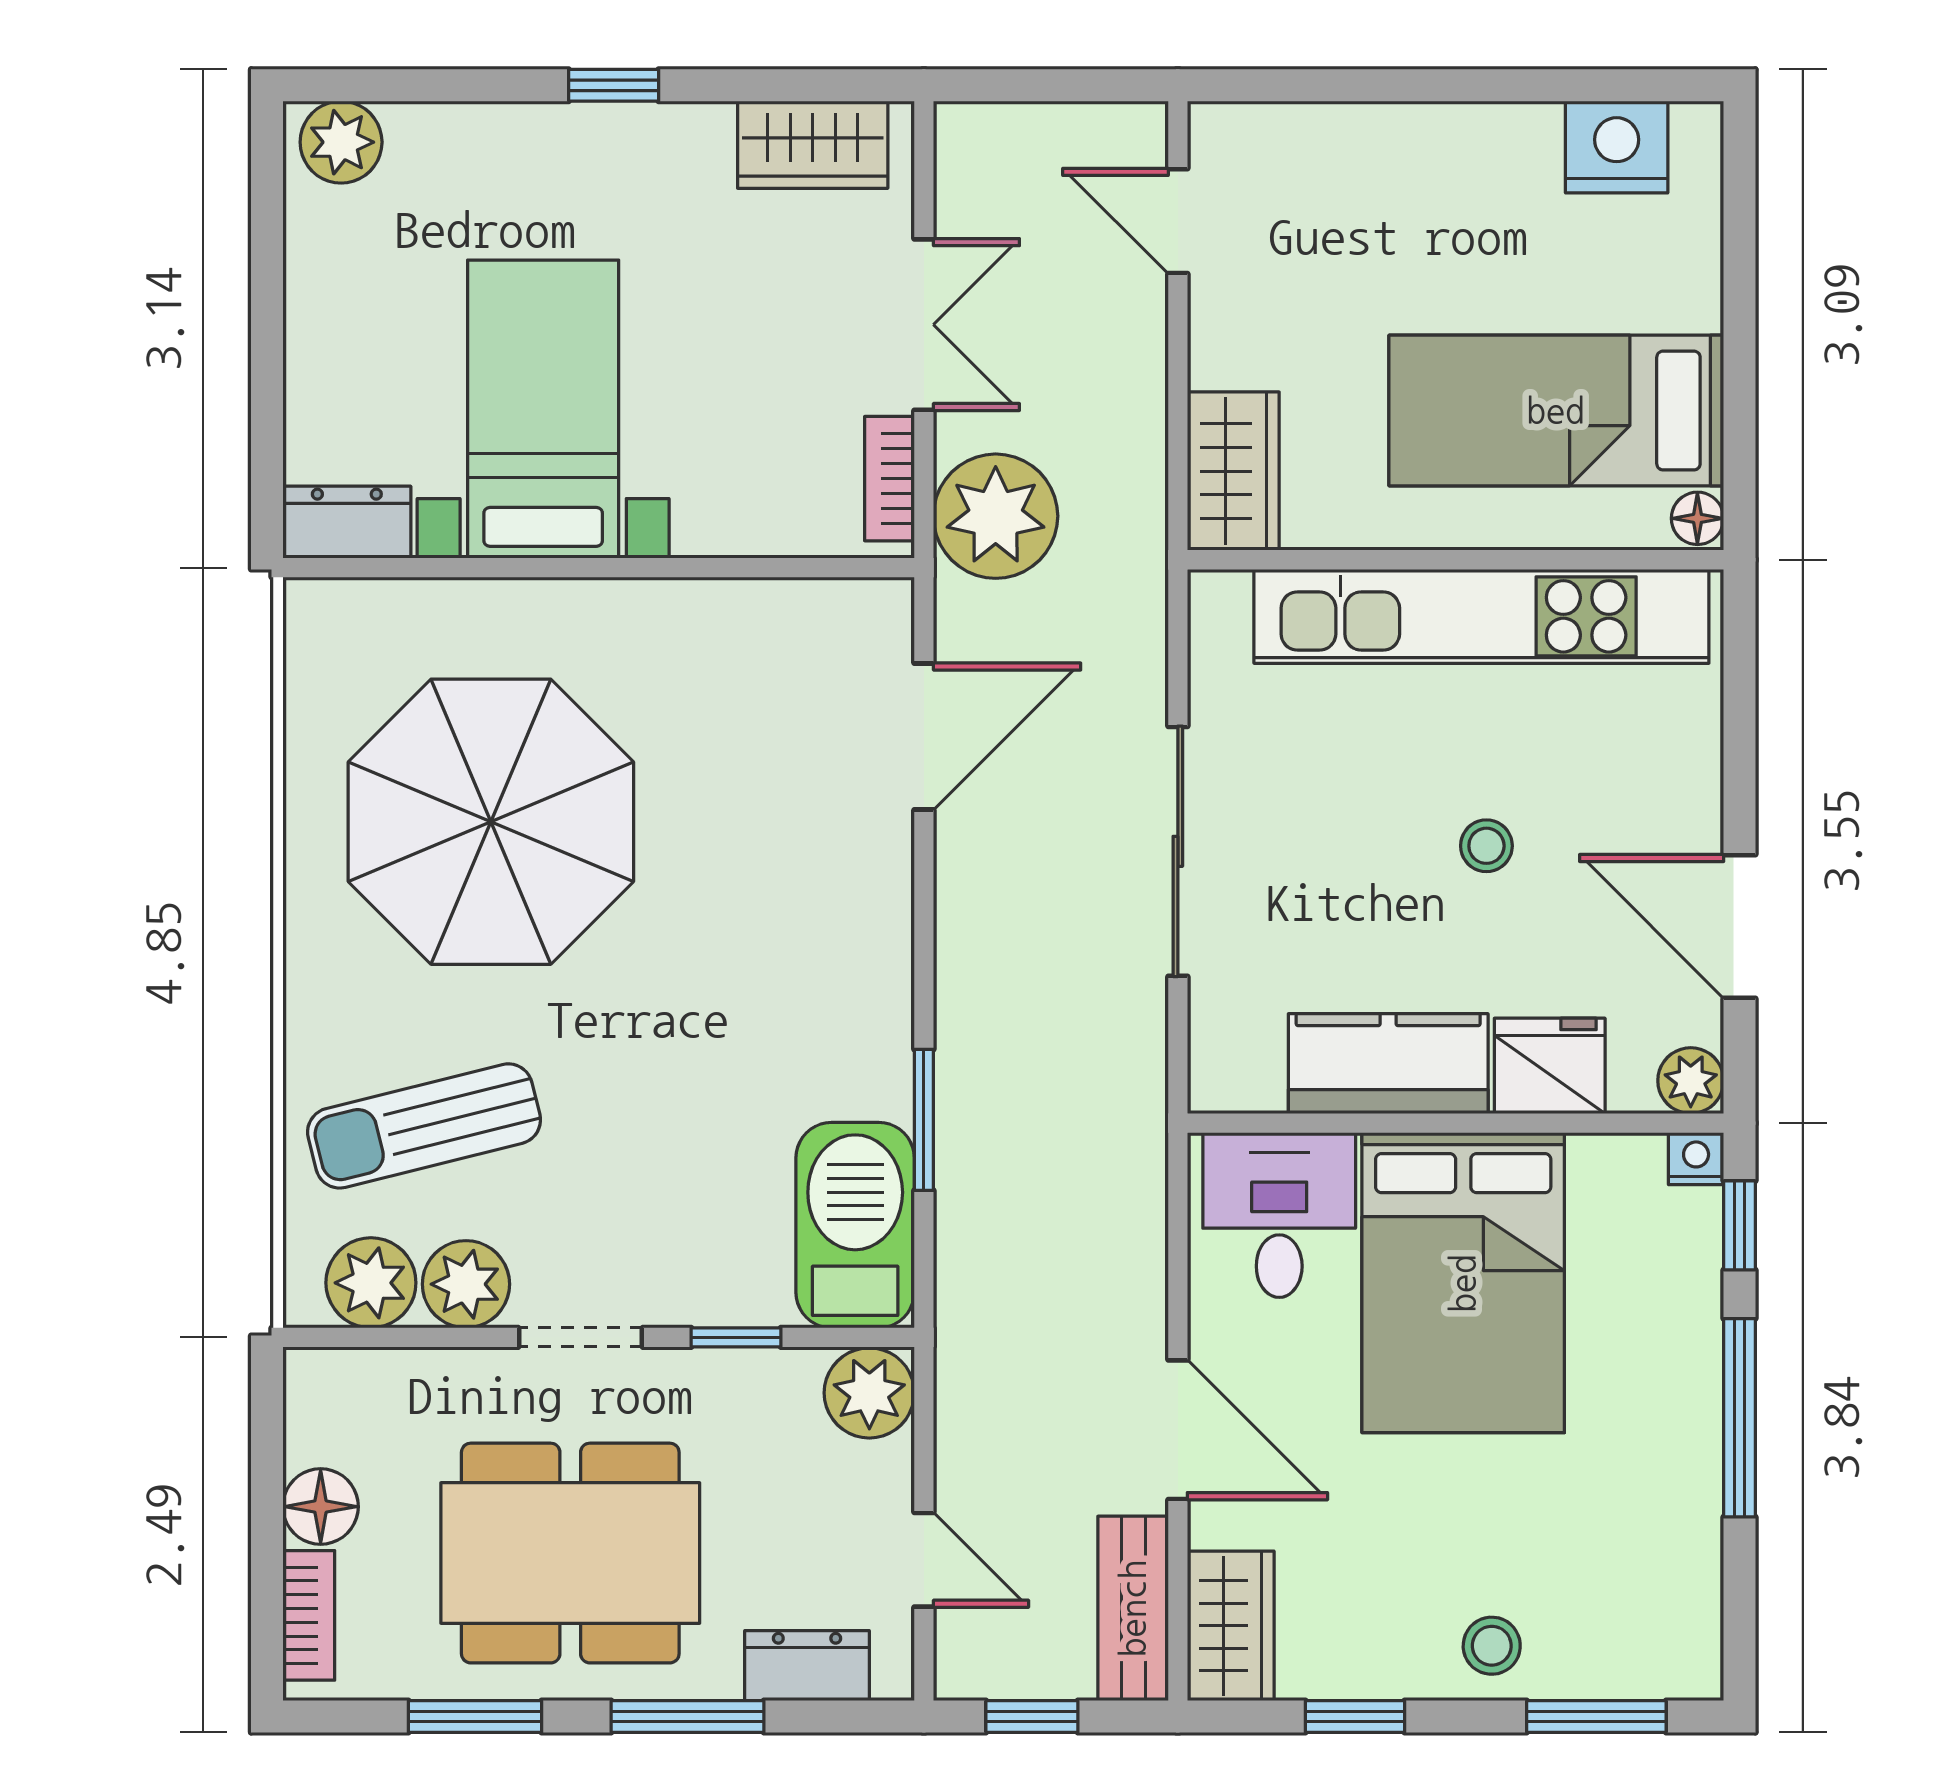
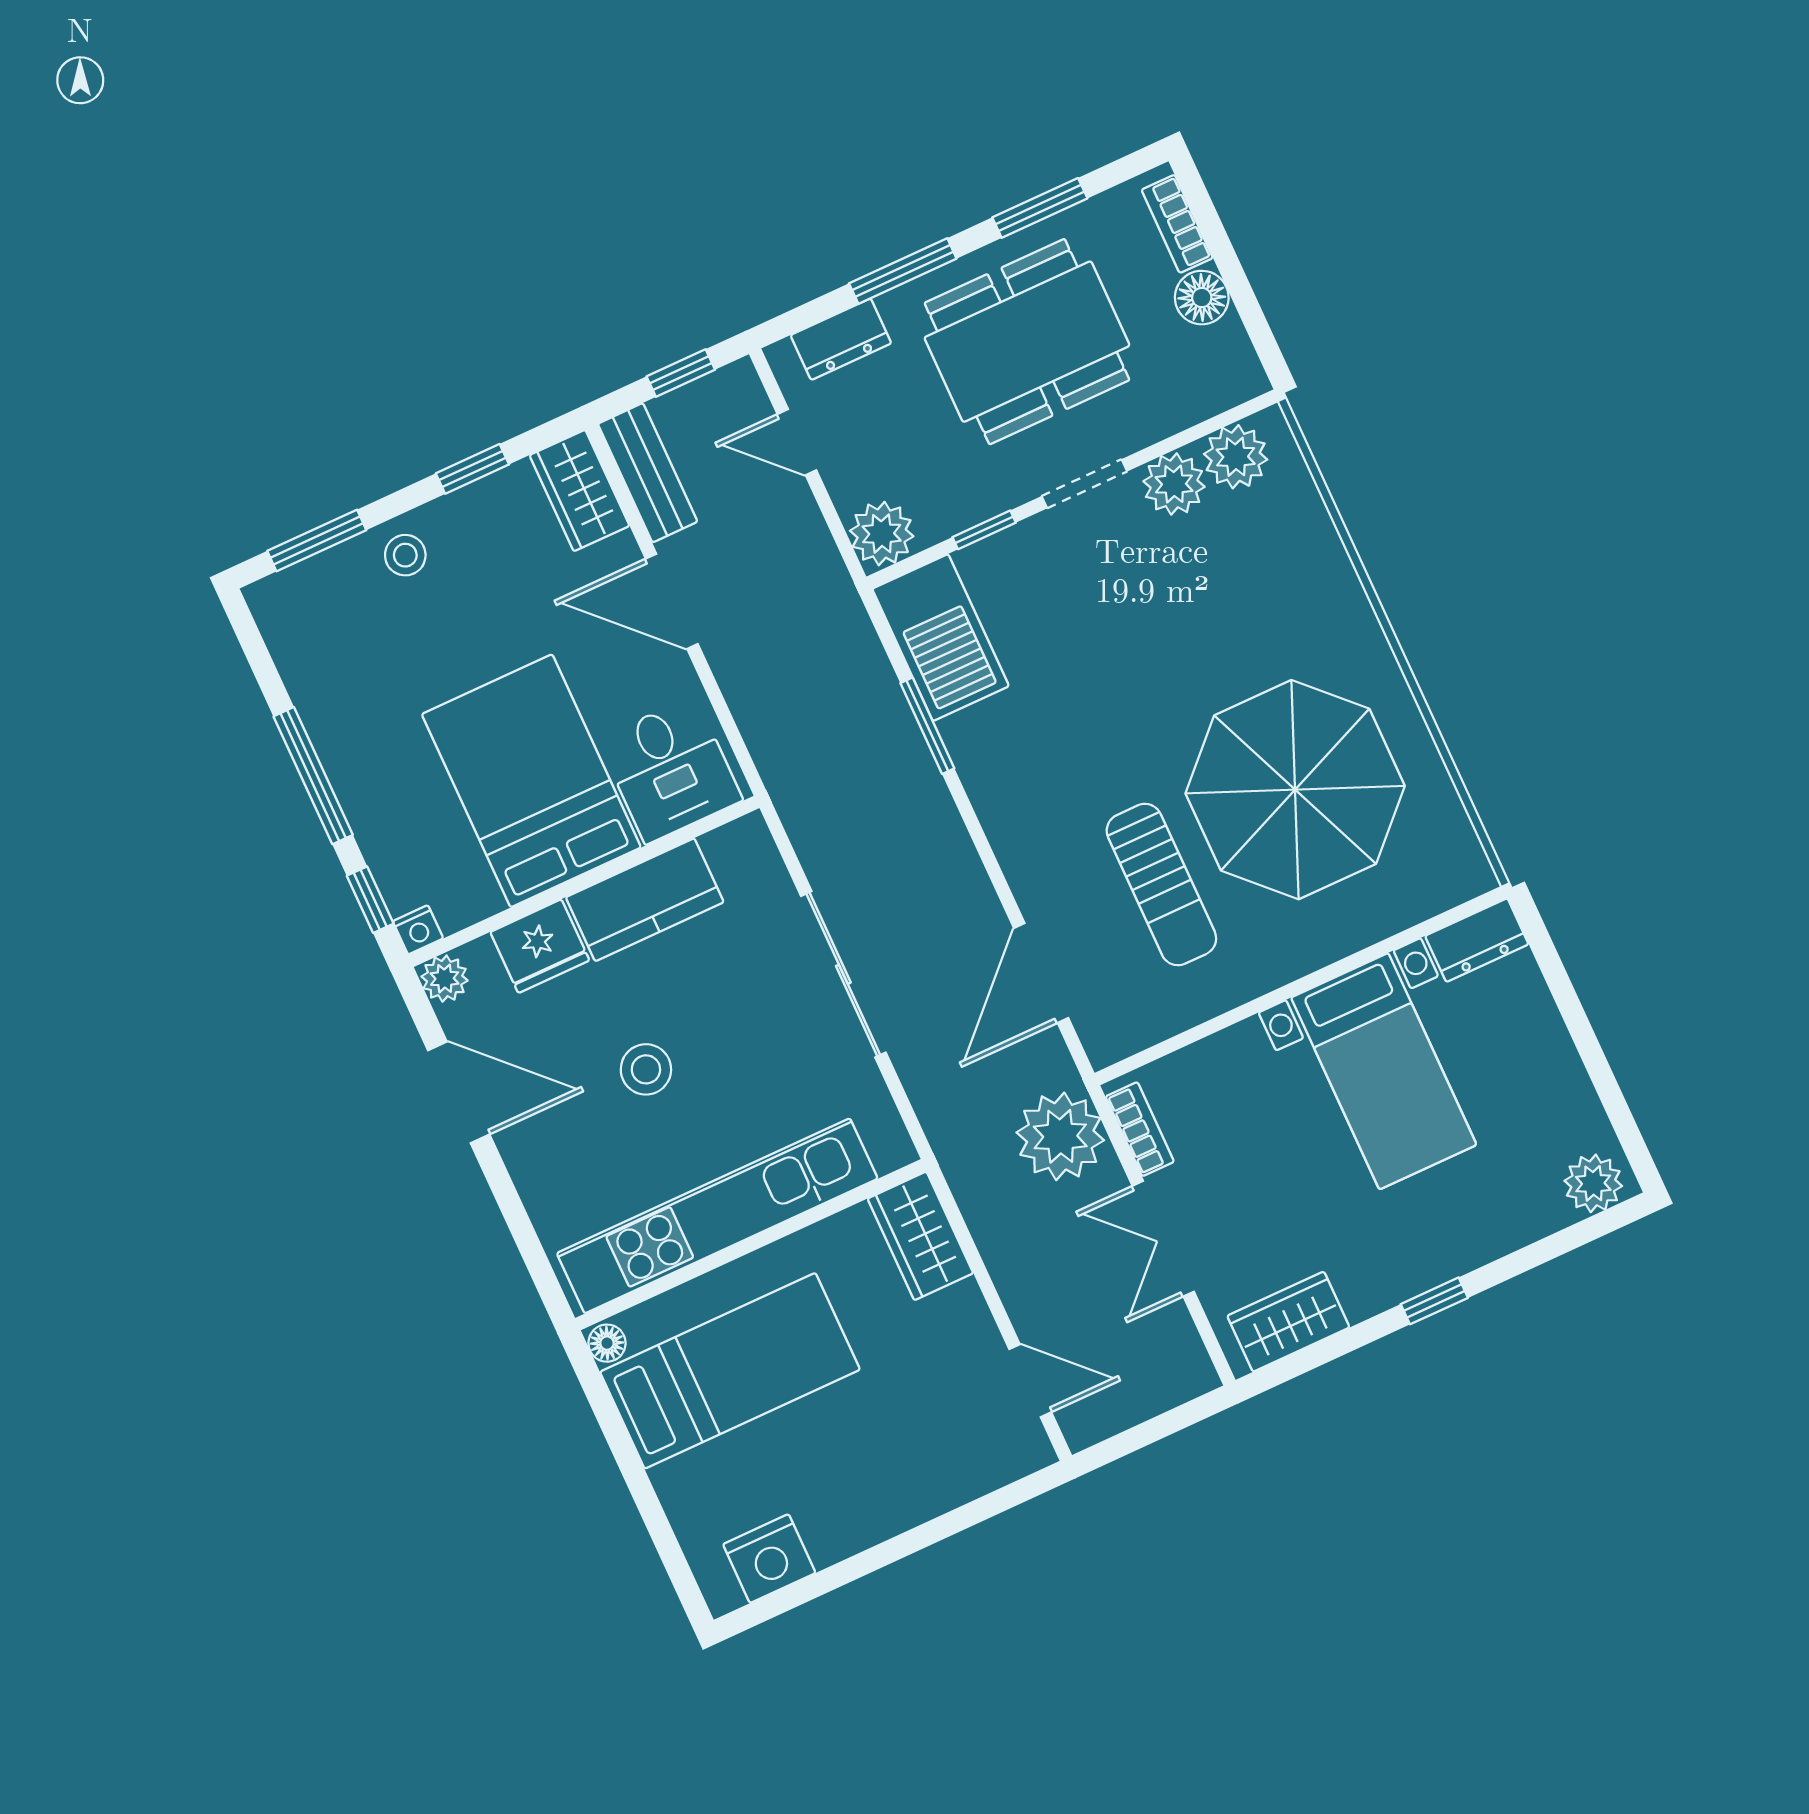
stool: (1486, 846) -> (646, 1069), width x1.37, depth x1.37
sun lounger: (424, 1126) -> (1161, 885), moved, turned 104

